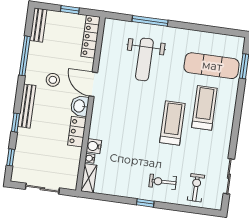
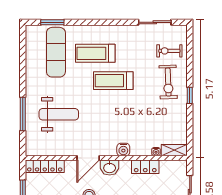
locker: (77, 132) -> (145, 167), moved
water cooler: (94, 146) -> (123, 150), moved
exercise bike: (163, 182) -> (168, 82), width x1.38, depth x1.39

